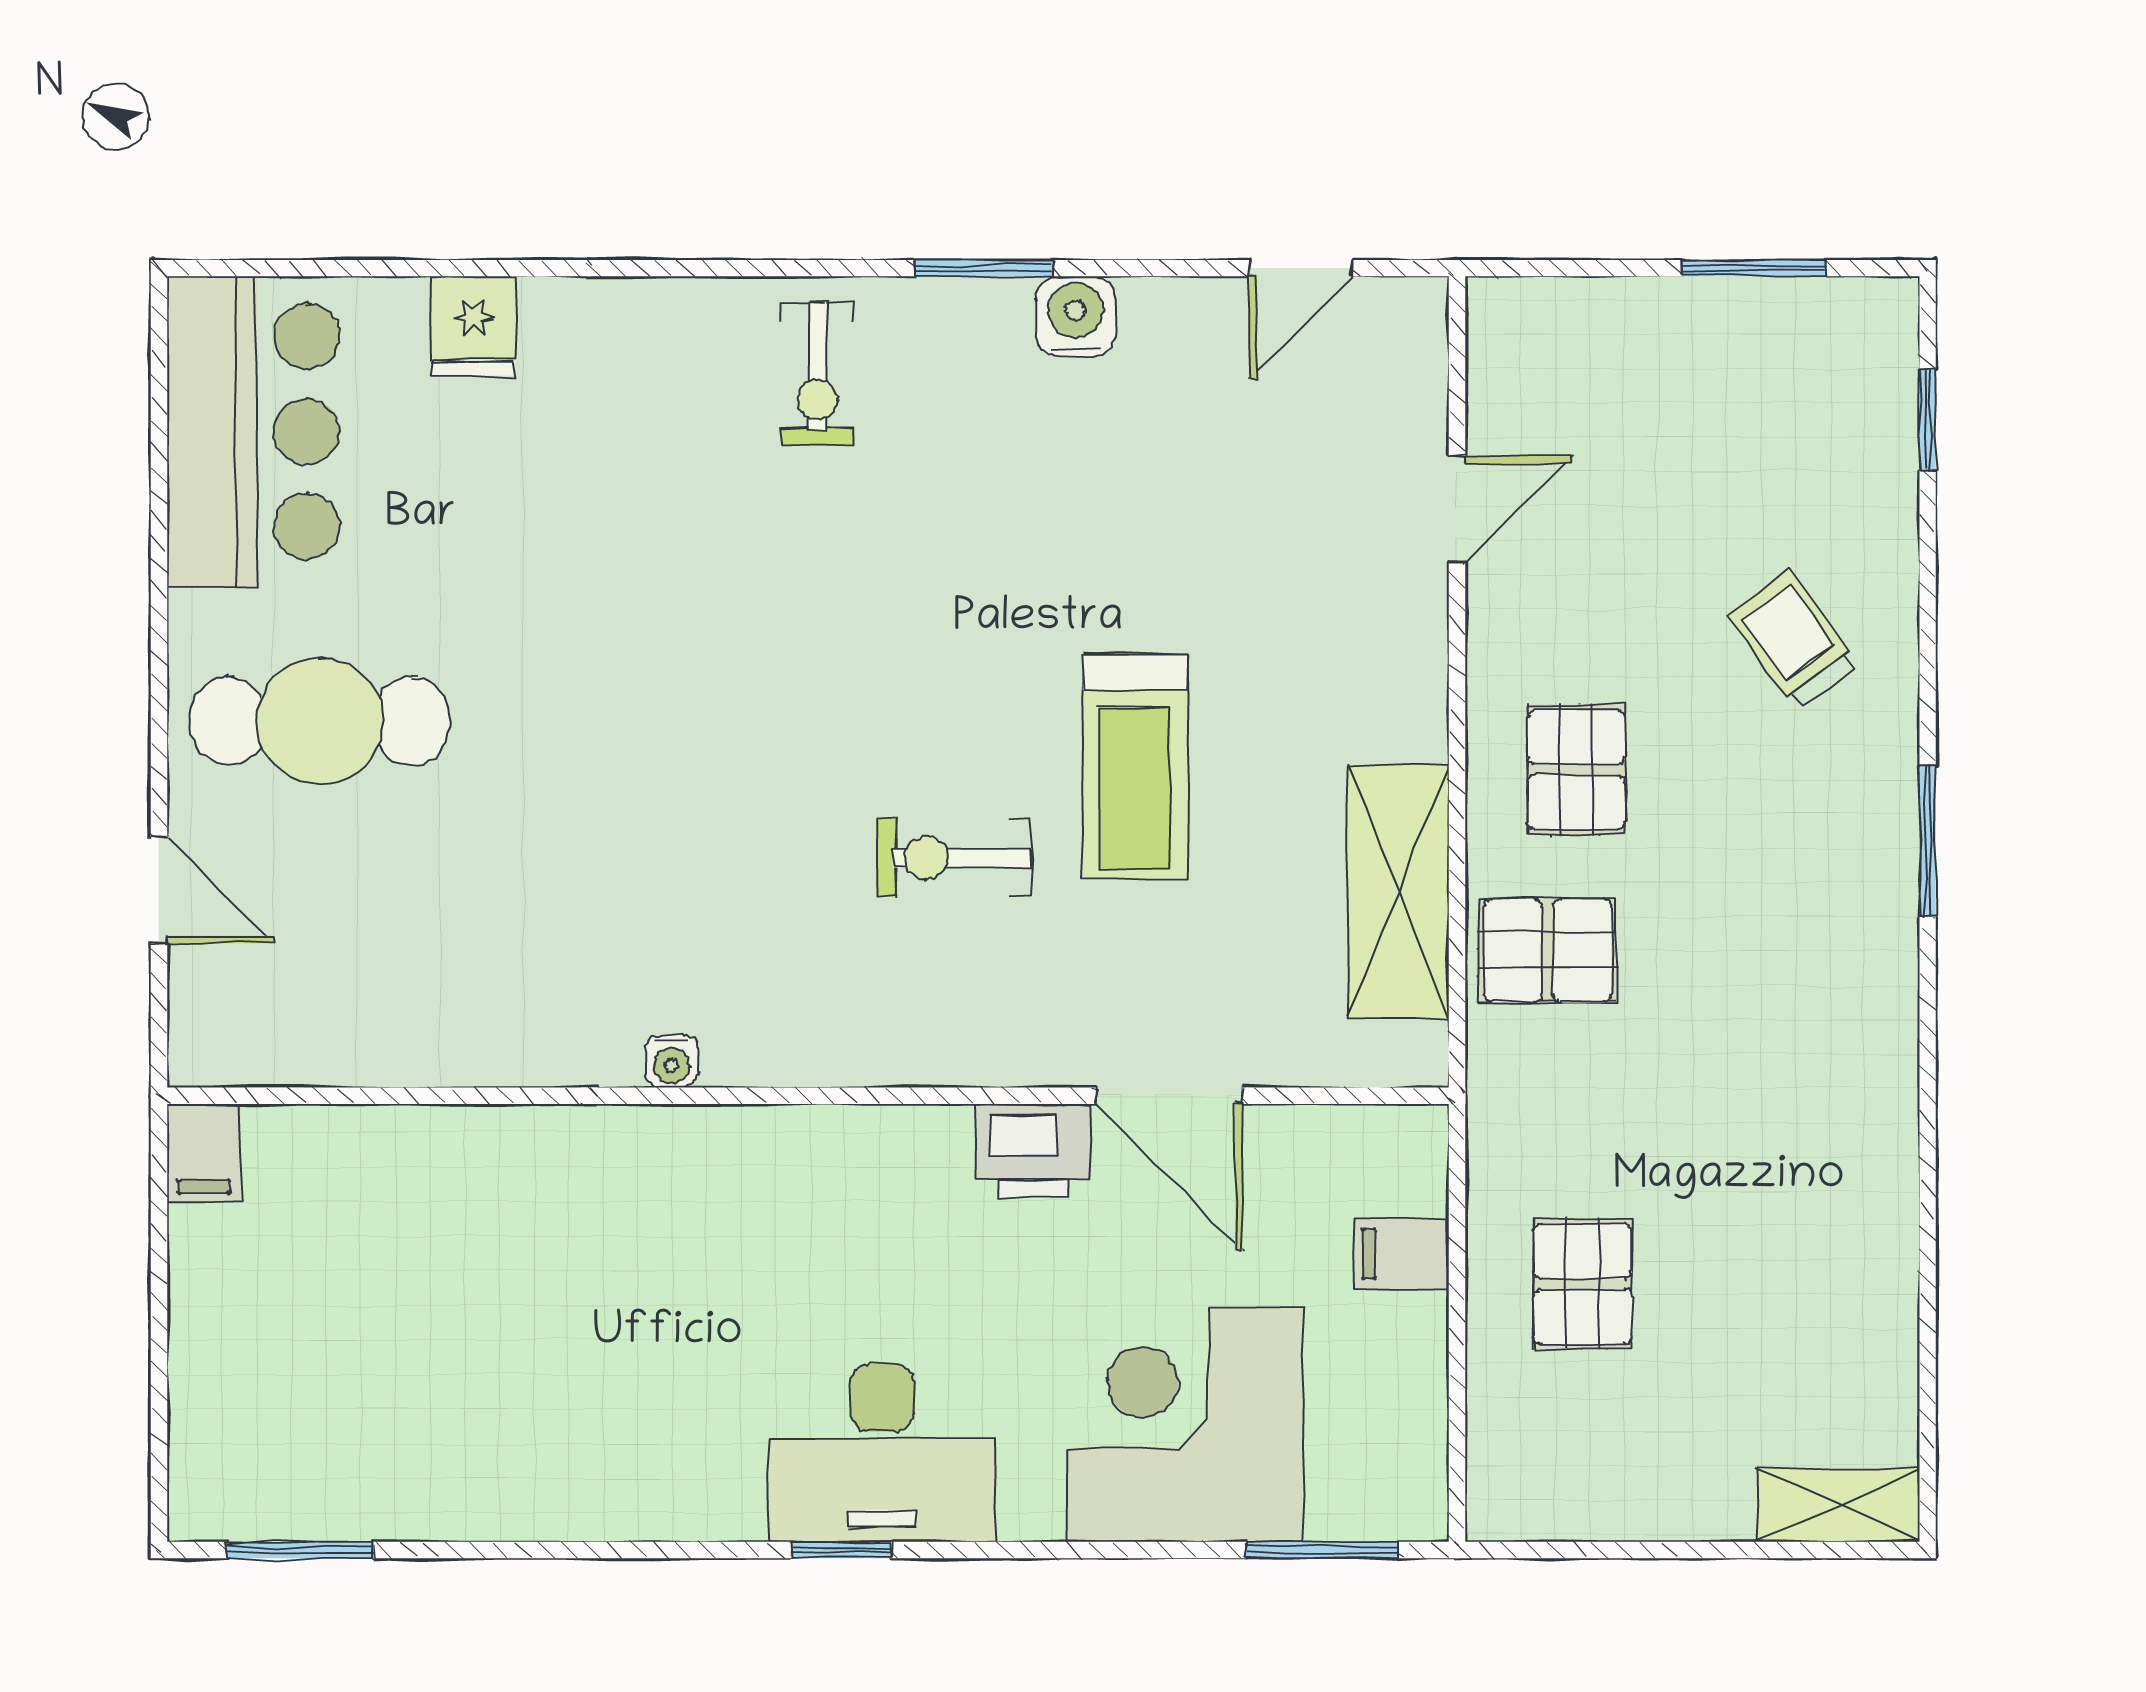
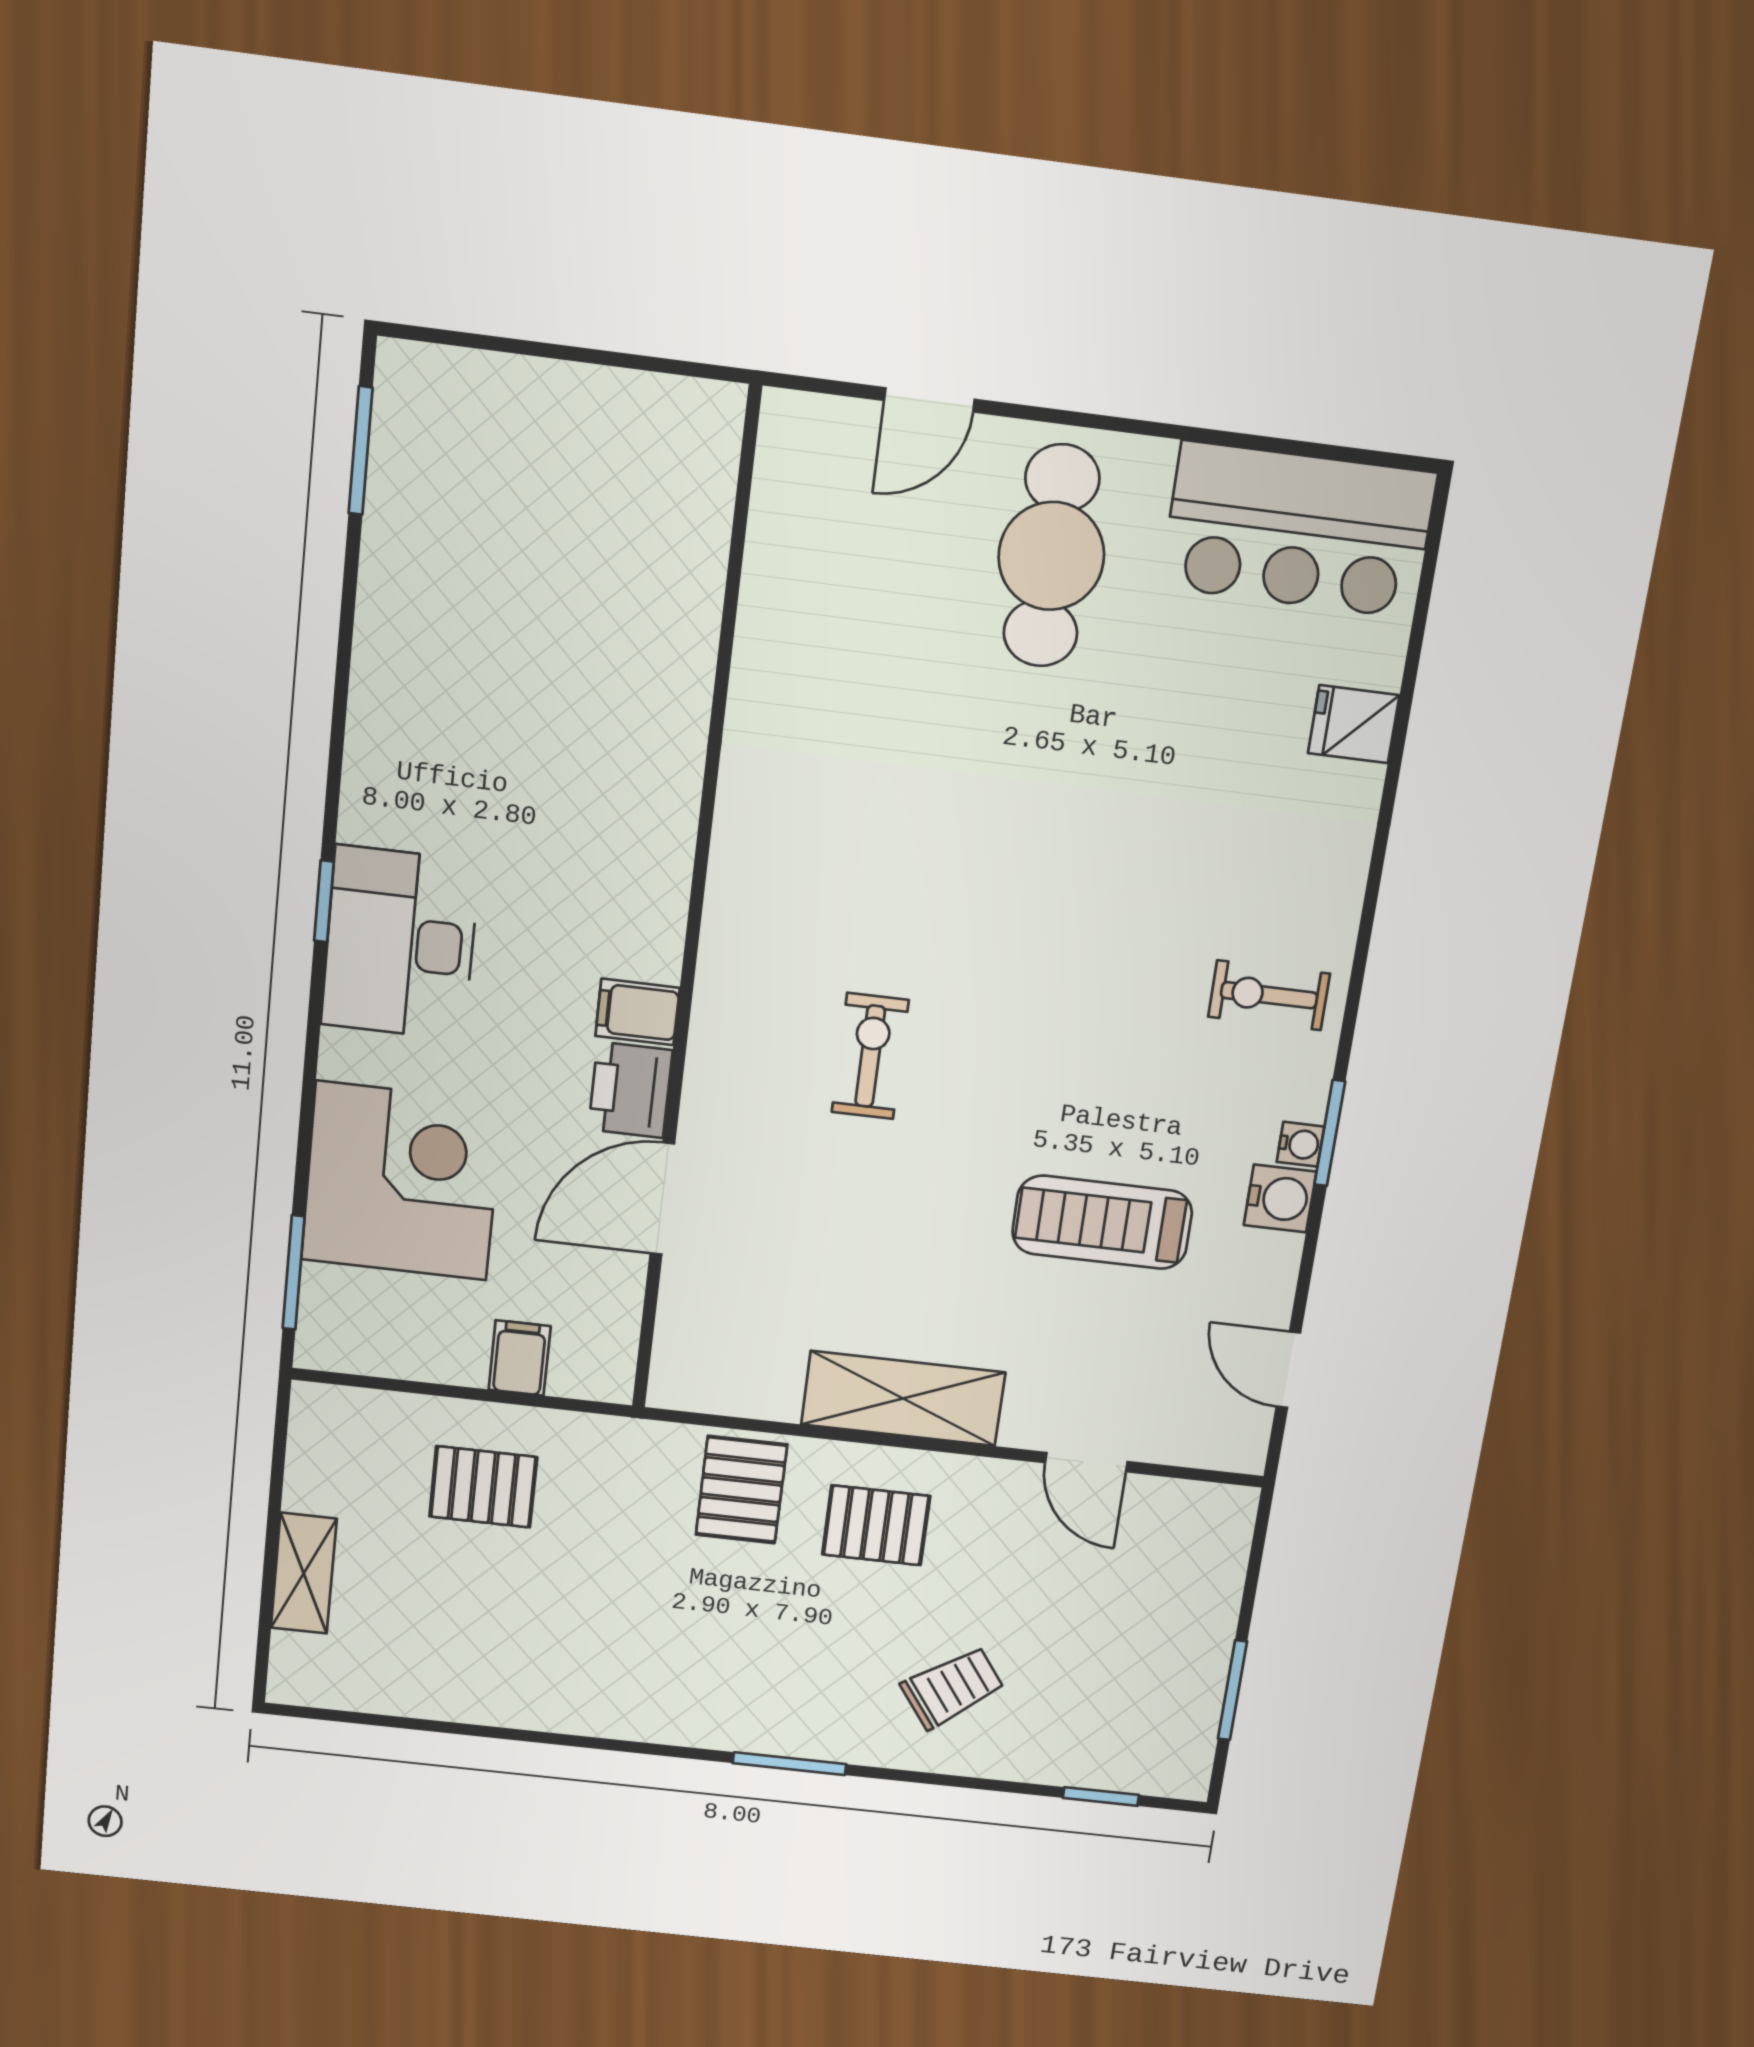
treadmill: (1135, 766) -> (1102, 1222), moved
shelving: (1398, 891) -> (903, 1398), moved
water cooler: (672, 1061) -> (1300, 1144), moved, turned 180
filing cabinet: (204, 1153) -> (638, 1012), moved
shelving: (1838, 1505) -> (304, 1573), moved

